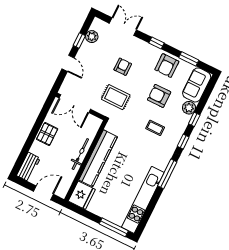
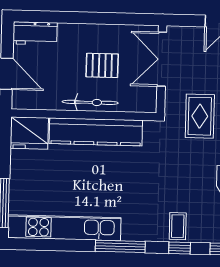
coffee table: (155, 128) -> (178, 226), moved
pallet: (47, 134) -> (102, 65), moved

